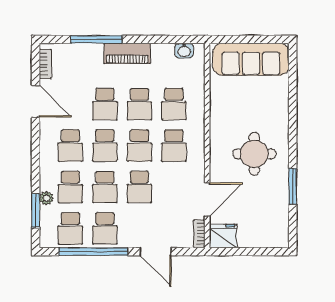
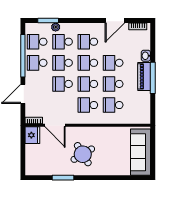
window: (96, 39) -> (153, 78), moved
washbasin: (184, 51) -> (146, 56), moved
round table: (254, 154) -> (83, 154), turned -31

